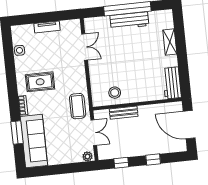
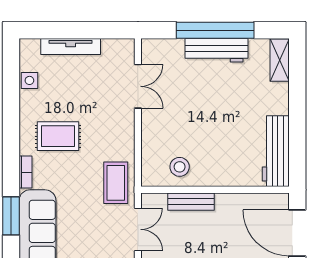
tv unit: (47, 27) -> (71, 47), width x1.41
shelving: (170, 42) -> (280, 60), moved
workbench: (172, 83) -> (276, 151), width x1.38

